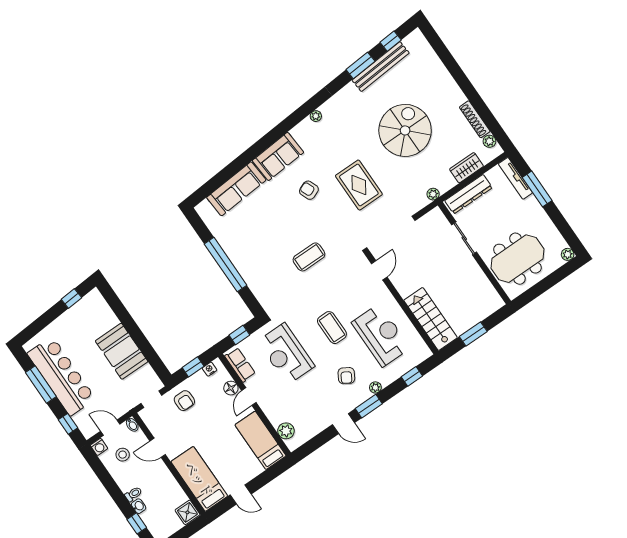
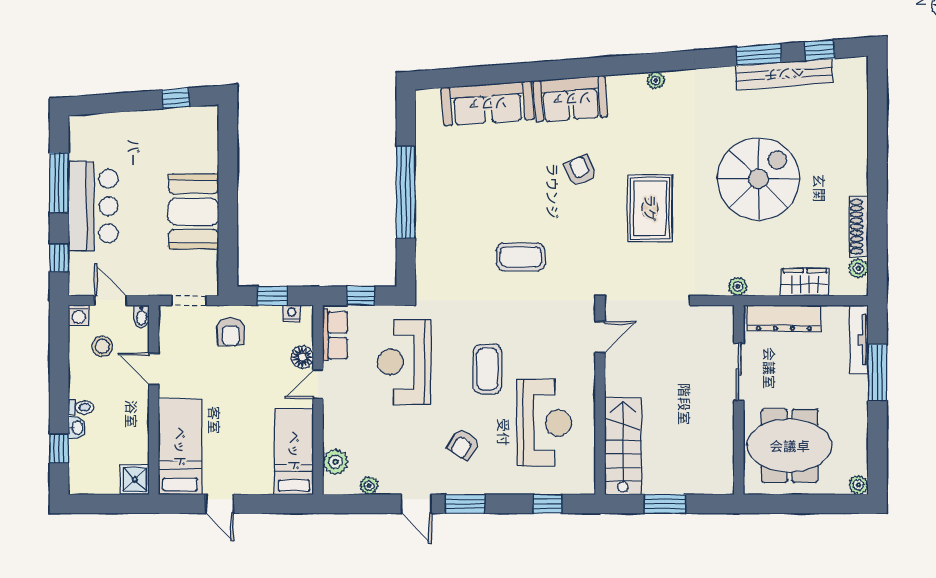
bar counter: (61, 376) -> (93, 206), width x0.73
plant: (375, 387) -> (369, 486), moved

